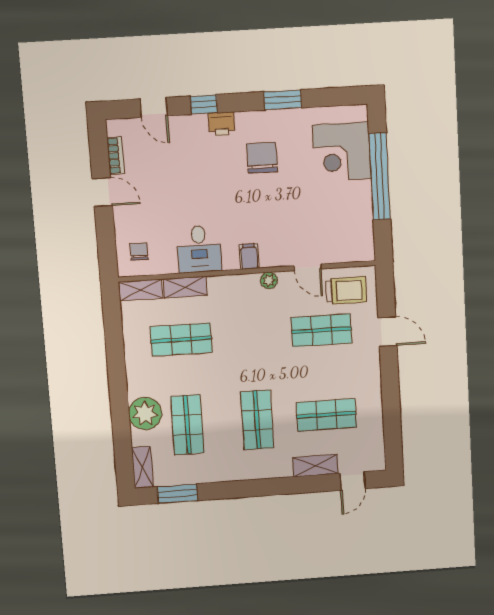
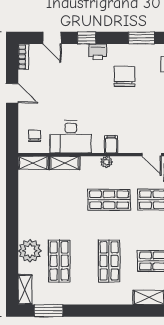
bookcase: (116, 156) -> (23, 57), moved
desk: (199, 249) -> (71, 137), width x1.37
plant: (269, 280) -> (106, 162), moved
shop shelf: (181, 340) -> (109, 200), moved

